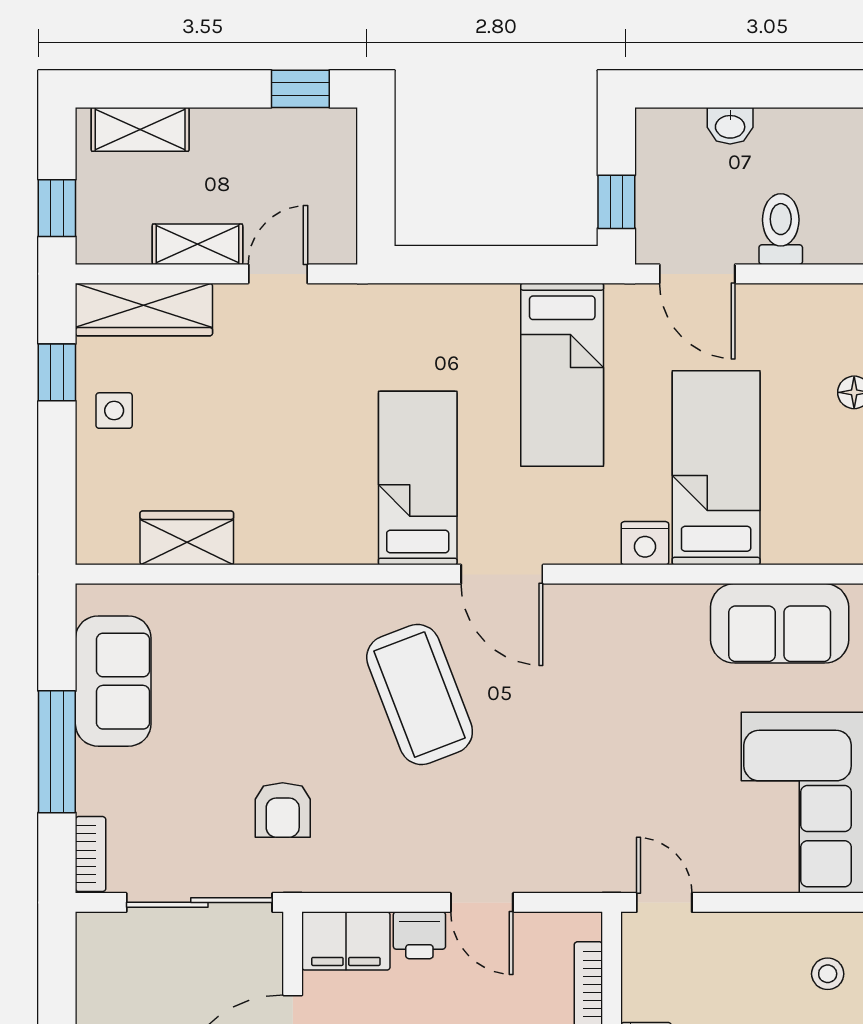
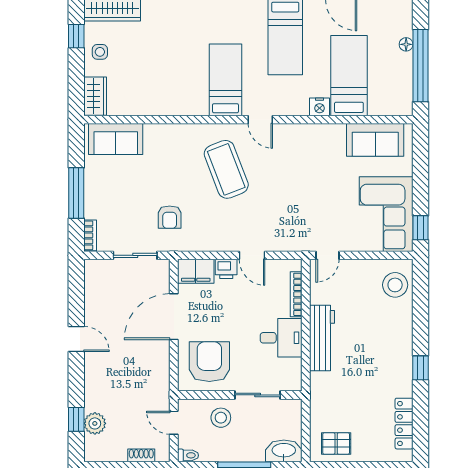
wardrobe: (187, 538) -> (95, 96), moved, turned 90
door: (502, 574) -> (260, 120), width x0.73
sofa: (113, 681) -> (116, 139), moved, turned 90
sliding door: (199, 902) -> (135, 255), width x0.73
door: (664, 902) -> (327, 255), swing flipped
stool: (828, 974) -> (395, 285), width x1.89, depth x1.89

